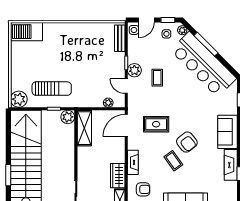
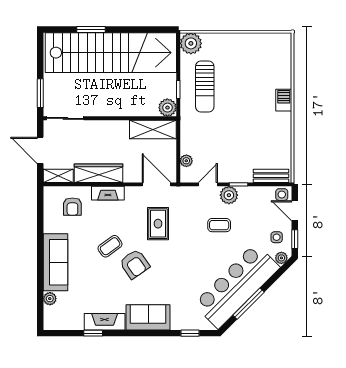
barbecue: (27, 32) -> (284, 100), moved, width x0.53, depth x0.65
window: (206, 44) -> (249, 304), moved
armchair: (187, 142) -> (135, 264), turned -86
wardrobe: (118, 176) -> (98, 173), width x1.50

